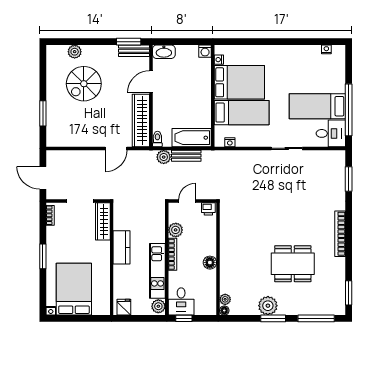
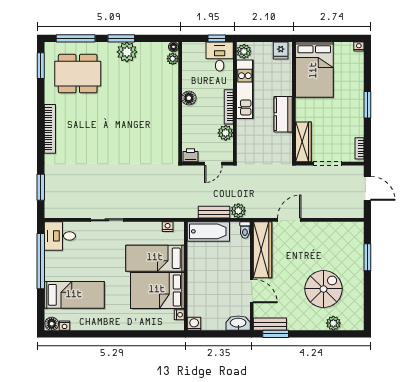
floor lamp: (338, 51) -> (52, 324), added
door: (151, 82) -> (252, 291), hinge flipped
bed: (317, 106) -> (74, 295), moved
dining table: (293, 264) -> (78, 74), moved
bed: (74, 289) -> (314, 70), moved

